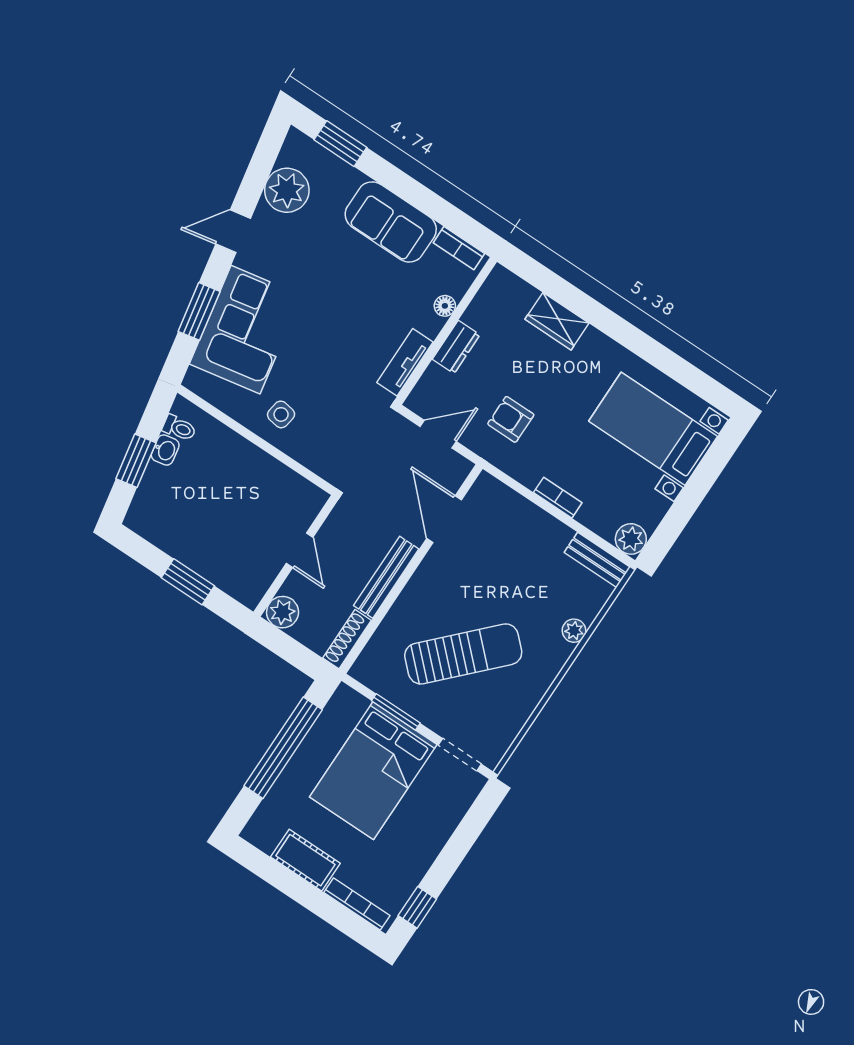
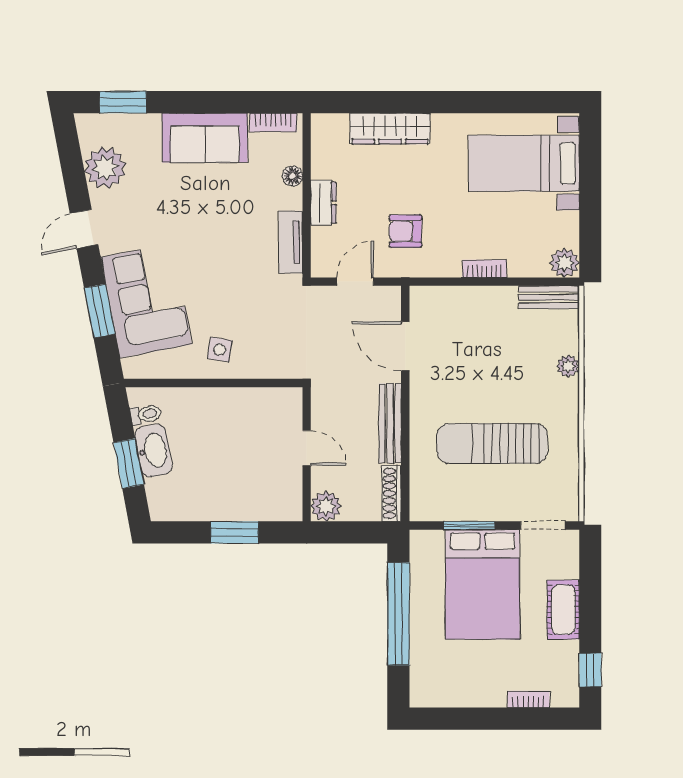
wardrobe: (557, 321) -> (390, 129), width x1.50
washbasin: (165, 450) -> (153, 451), width x1.91, depth x1.45
sun lounger: (463, 654) -> (492, 443), turned -134
cot: (305, 860) -> (563, 610), moved, turned 90
bookcase: (357, 904) -> (529, 699), width x0.64

